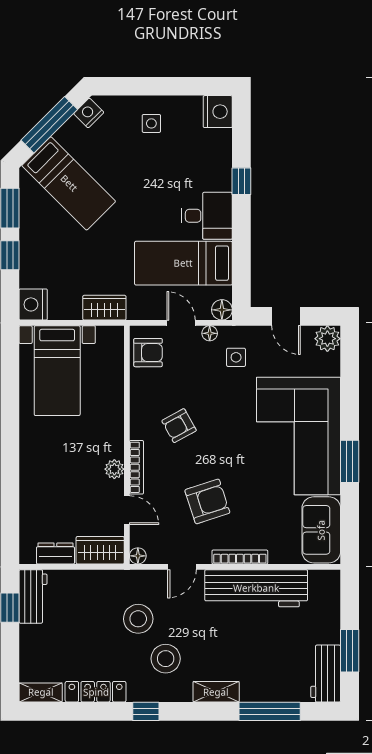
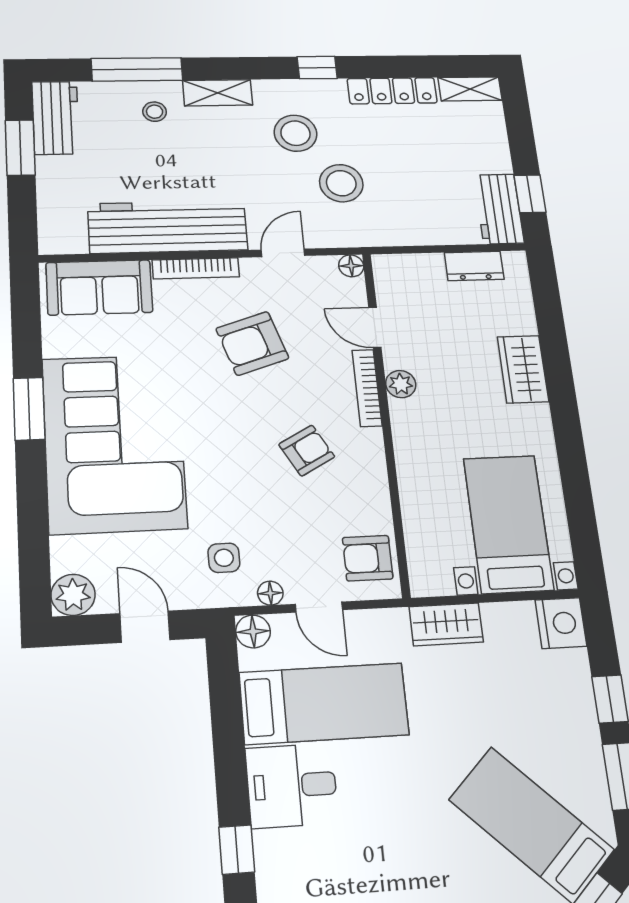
sofa: (321, 530) -> (99, 287), moved, turned 90
wardrobe: (100, 550) -> (523, 369), moved, turned 90
stool: (260, 677) -> (155, 112), added

